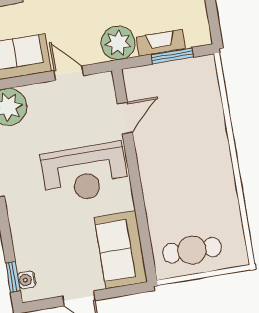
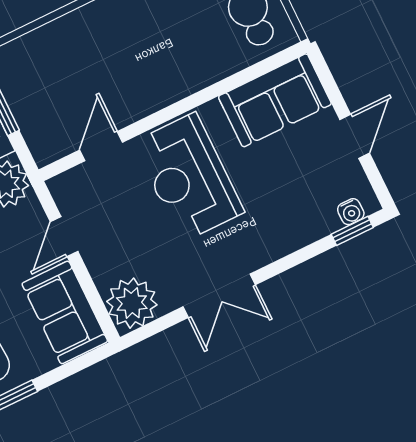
door: (125, 118) -> (101, 146), hinge flipped
reception desk: (85, 173) -> (189, 177), turned 180

